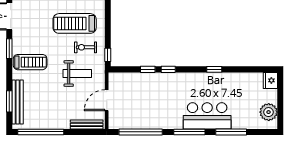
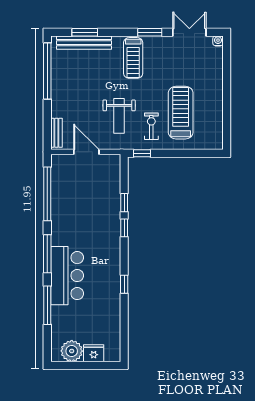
fridge: (270, 80) -> (94, 353), moved
bench: (87, 124) -> (56, 133), width x0.73

